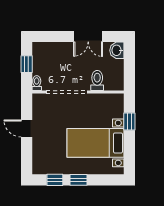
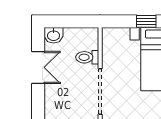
window: (129, 121) -> (146, 21), moved

